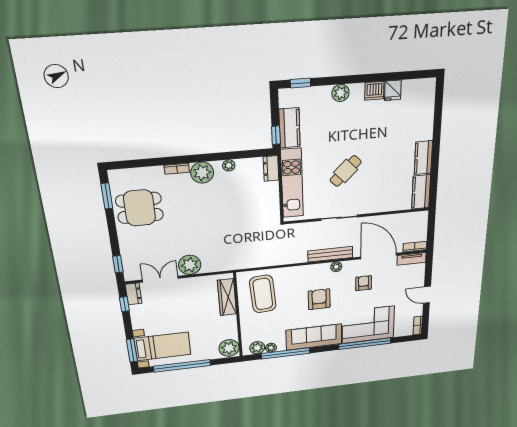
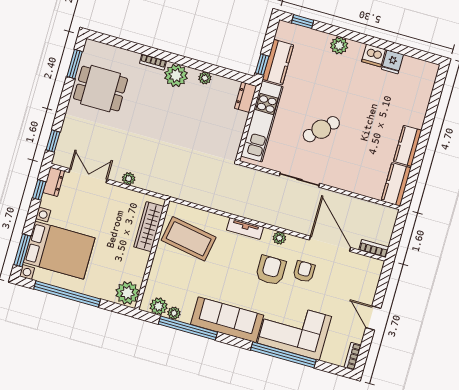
bench: (330, 254) -> (277, 220), removed
tv unit: (412, 259) -> (245, 229), moved
plant: (190, 265) -> (129, 179), width x0.53, depth x0.53
coffee table: (263, 294) -> (189, 239), turned -76
armchair: (319, 299) -> (271, 270), moved
bed with nightstands: (163, 346) -> (59, 250), width x1.36

